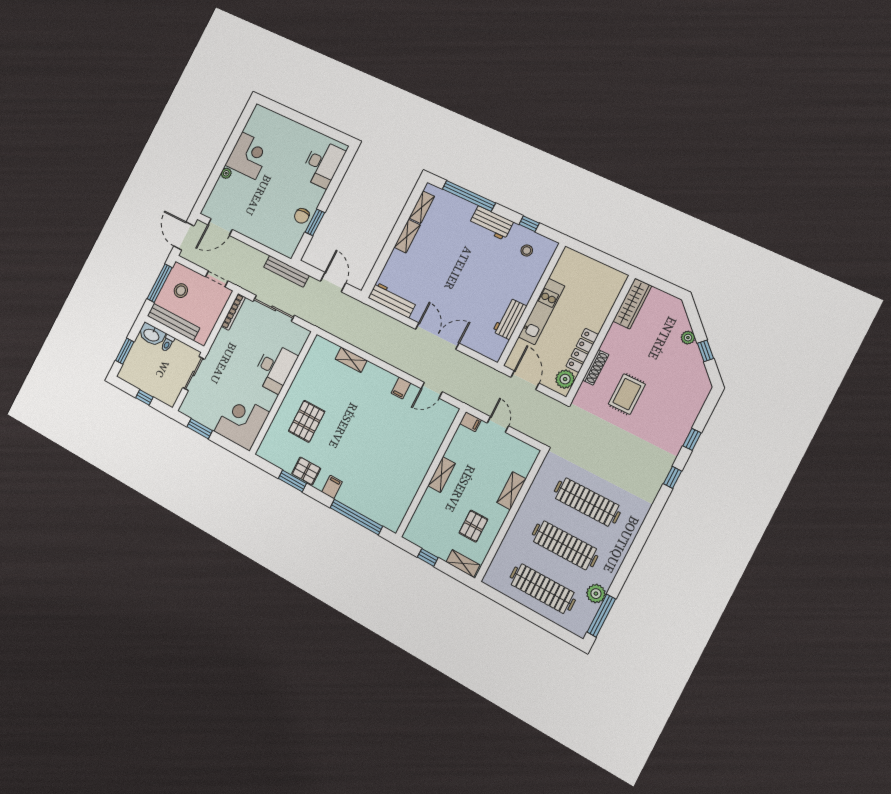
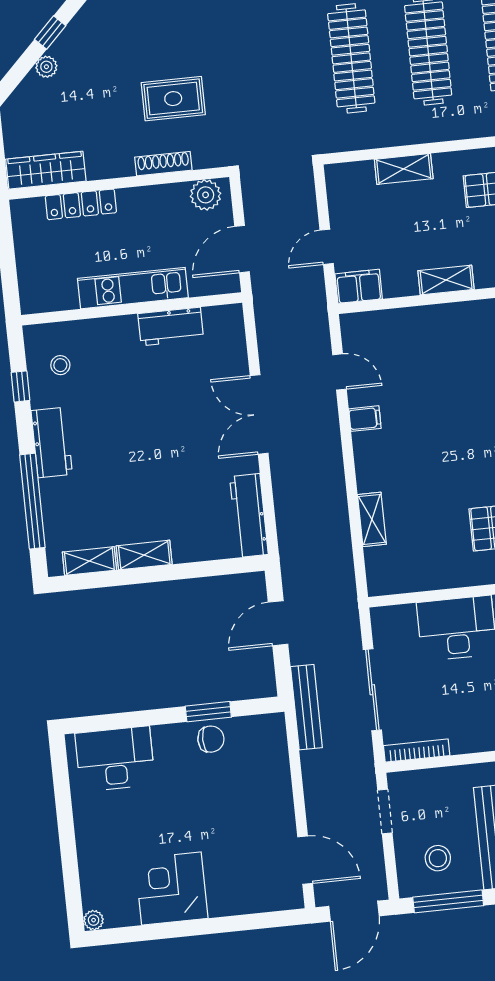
plant: (226, 173) -> (94, 920), moved
locker: (582, 350) -> (81, 204), moved
filing cabinet: (471, 422) -> (359, 286), width x2.00

